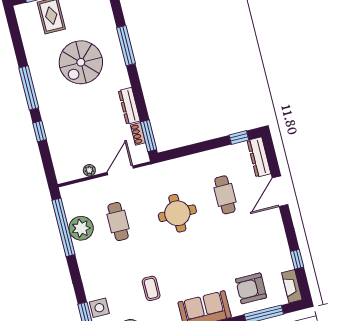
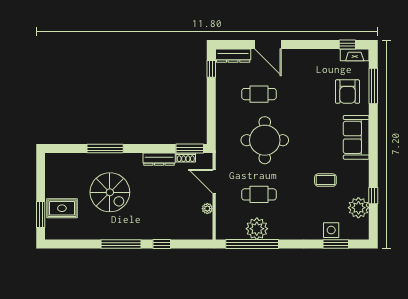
round table: (177, 213) -> (265, 140), width x1.36, depth x1.36
window: (297, 259) -> (347, 44), moved

